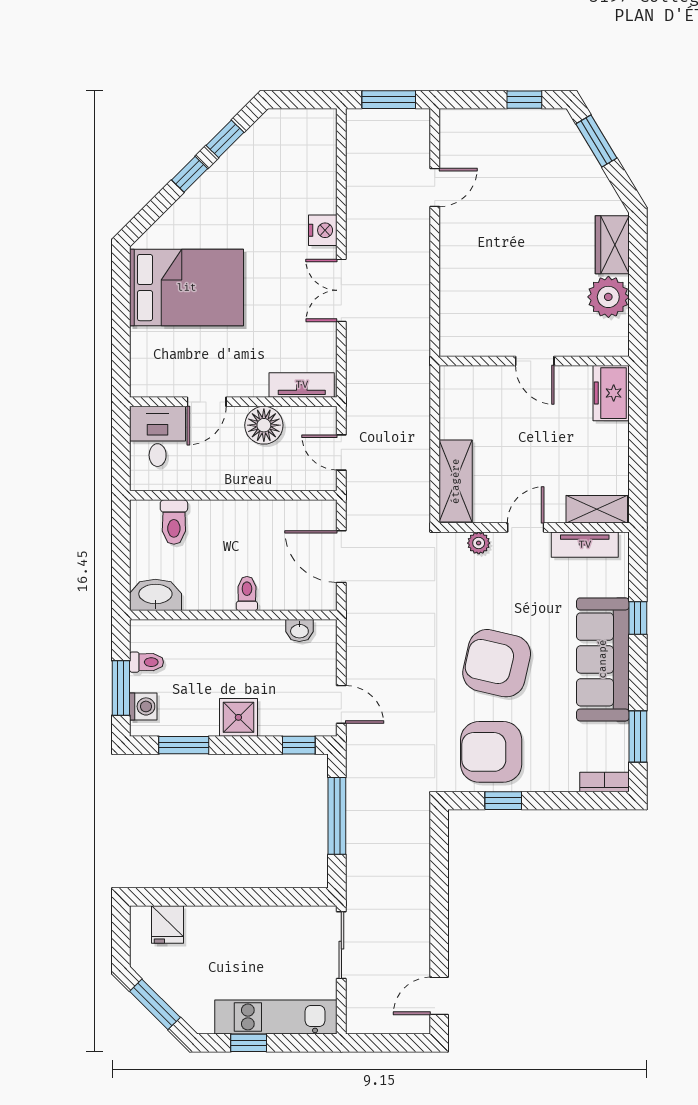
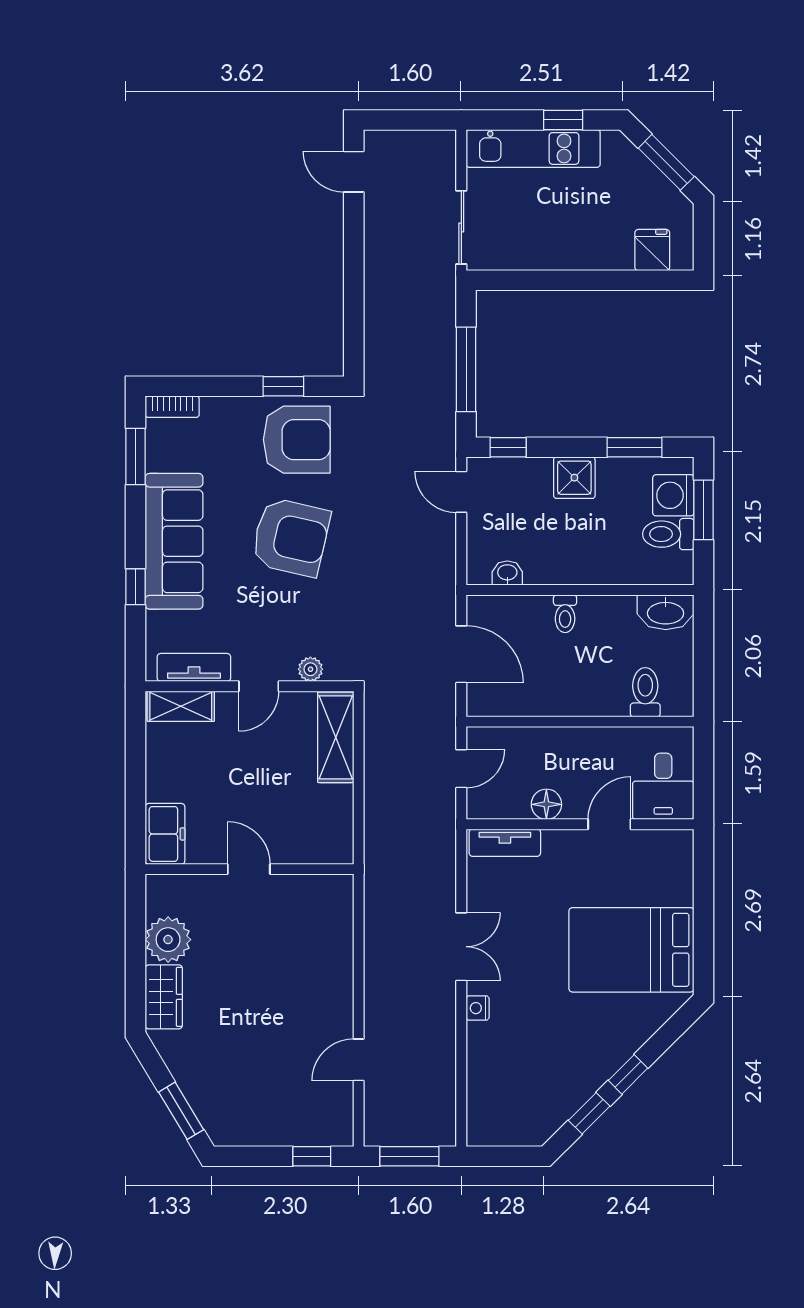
window: (524, 100) -> (312, 1156), moved
nightstand: (323, 230) -> (478, 1008), width x0.72, depth x0.74
floor lamp: (264, 425) -> (546, 804), width x0.73, depth x0.73
door: (341, 452) -> (461, 769), hinge flipped
toilet: (146, 662) -> (668, 534), width x1.37, depth x1.39
washing machine: (143, 706) -> (673, 495), width x1.38, depth x1.38
door: (439, 996) -> (354, 172), swing flipped

